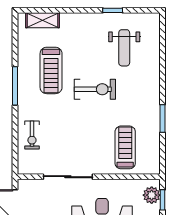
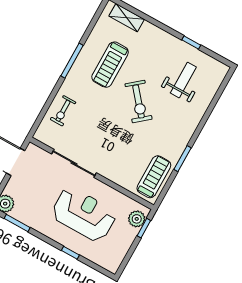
weight bench: (124, 48) -> (183, 80), turned 180
exercise bike: (95, 89) -> (139, 101), turned 50
treadmill: (125, 147) -> (154, 177), moved

